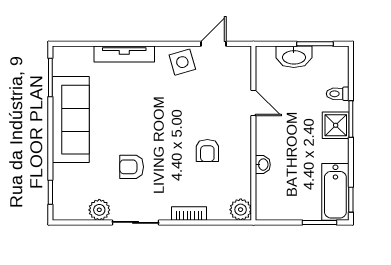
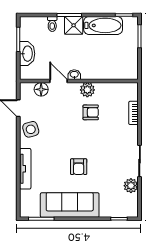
floor lamp: (241, 77) -> (41, 89), added
door: (253, 103) -> (59, 81), hinge flipped
washbasin: (263, 165) -> (74, 75), moved
armchair: (132, 167) -> (79, 167), moved
bathtub: (335, 192) -> (103, 25), moved
plant: (241, 210) -> (87, 90), moved
bookcase: (189, 214) -> (133, 113), moved

